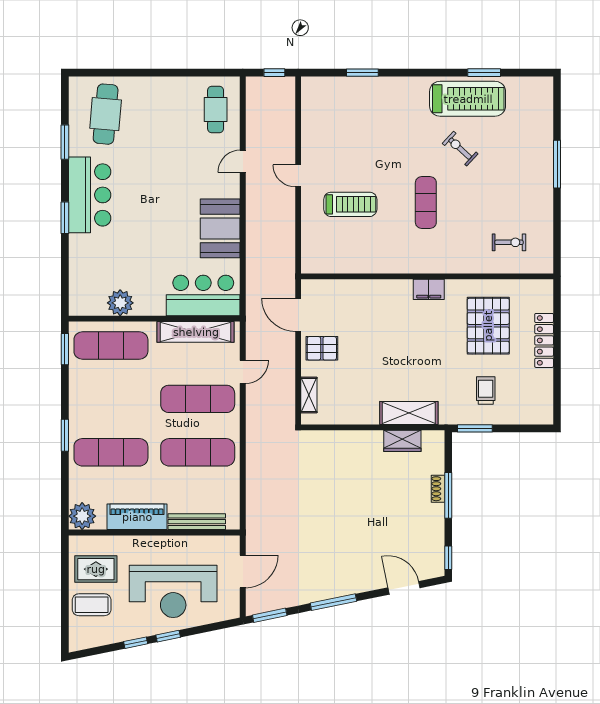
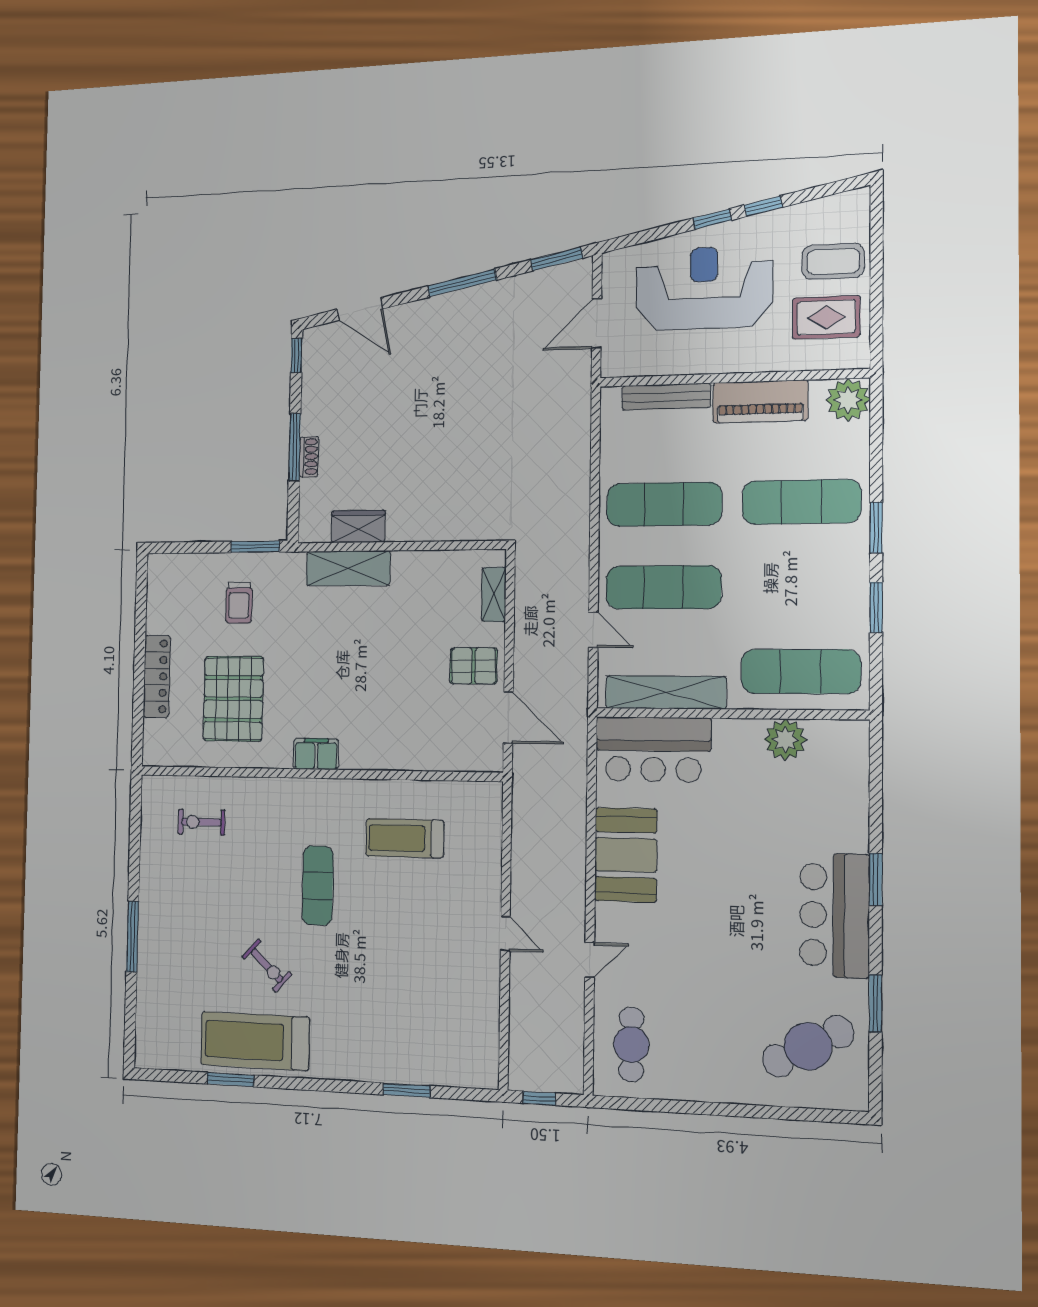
cafe table: (106, 114) -> (808, 1046), turned 57
treadmill: (350, 204) -> (405, 838), moved
window: (65, 349) -> (876, 607), moved
door: (243, 372) -> (593, 630), swing flipped

